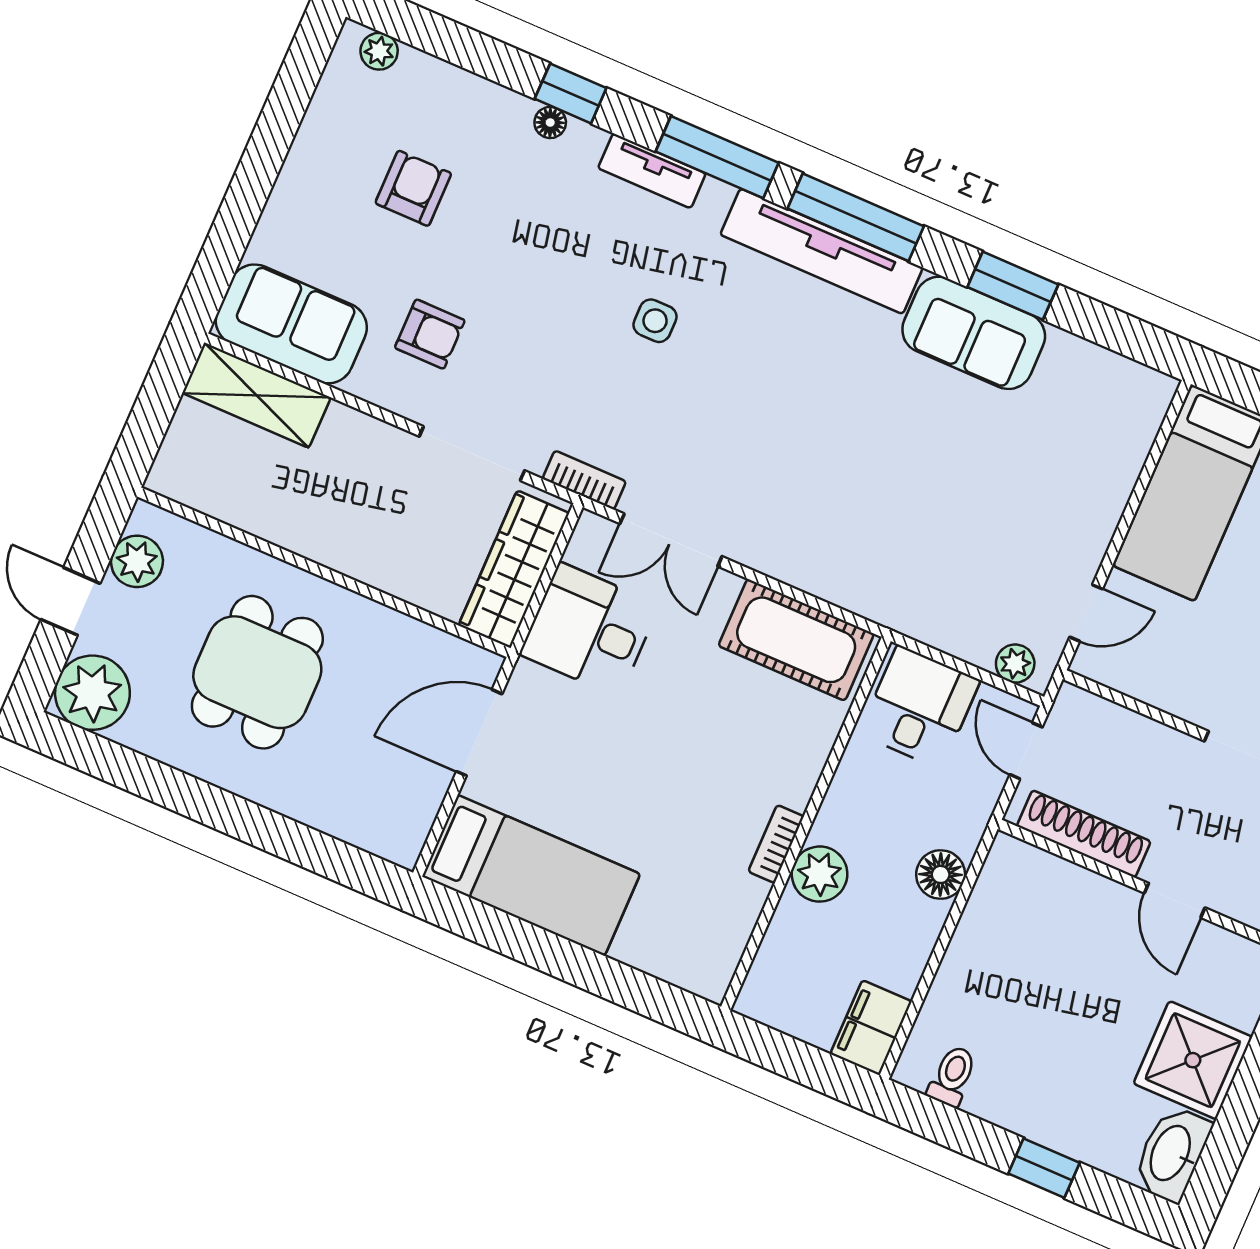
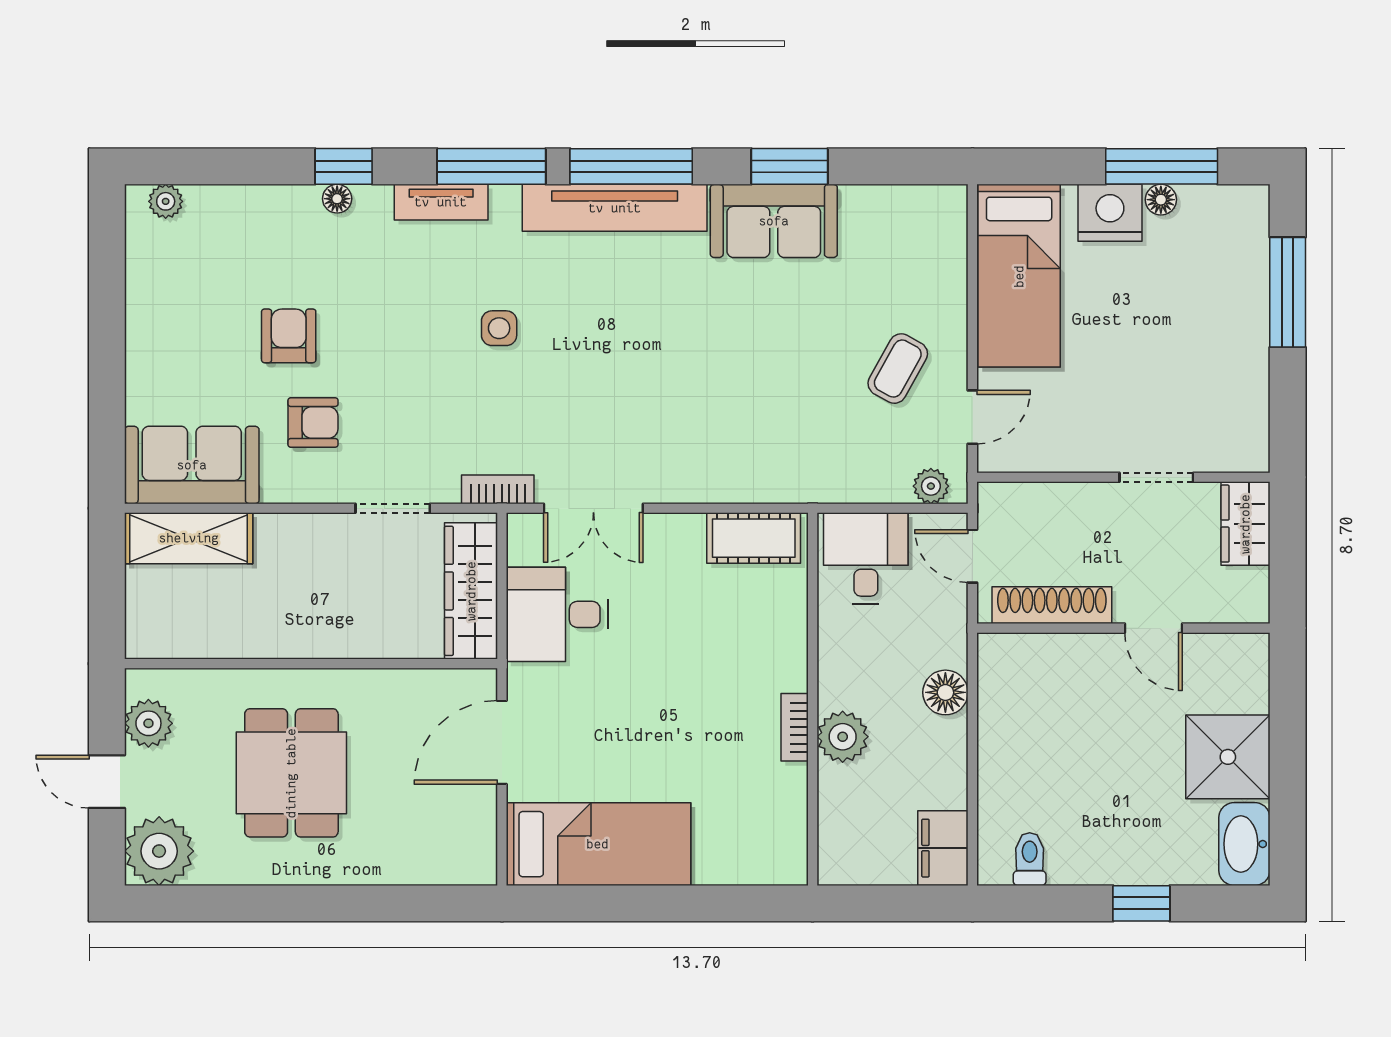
armchair: (413, 188) -> (289, 336), moved
doorway: (472, 453) -> (393, 508), width x0.73
coffee table: (1033, 533) -> (898, 369), added
cot: (796, 640) -> (754, 538), width x0.73, depth x0.75

